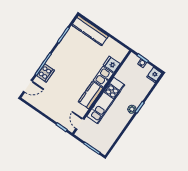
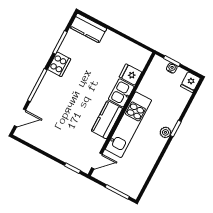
kitchen counter: (90, 31) -> (88, 28), width x0.67
cooker: (45, 73) -> (59, 64), moved
door: (80, 124) -> (97, 161), swing flipped

